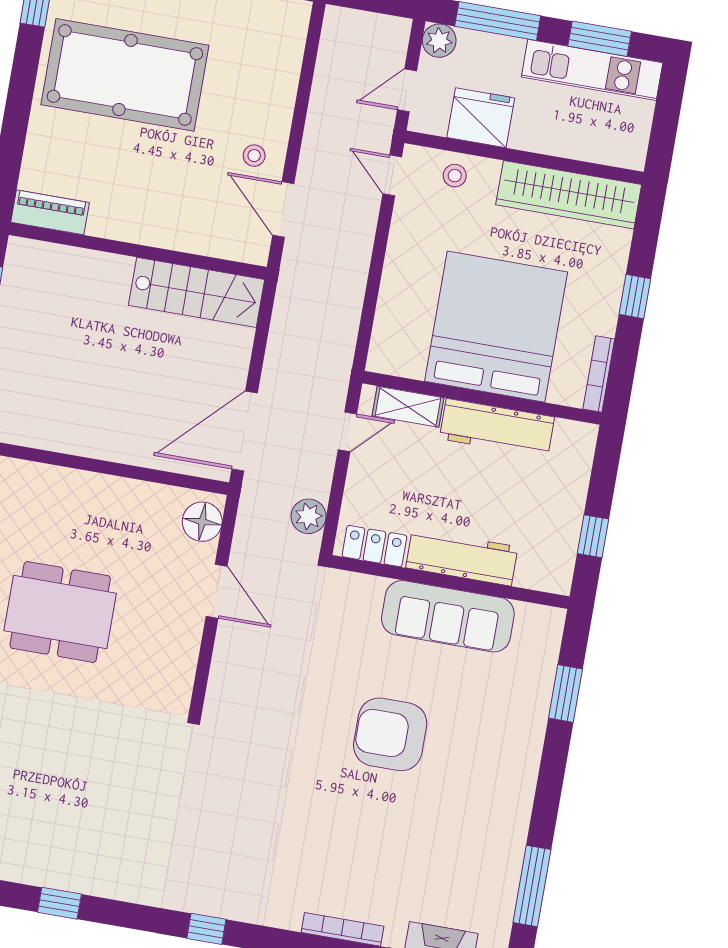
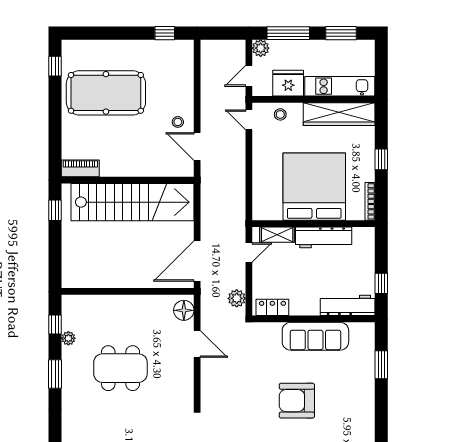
kitchen unit: (592, 70) -> (340, 86), moved, turned 180
stairs: (197, 292) -> (132, 202), width x1.86, depth x1.51
workbench: (462, 557) -> (348, 305), moved

